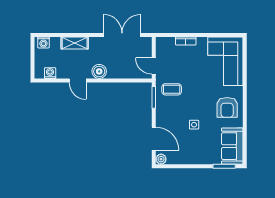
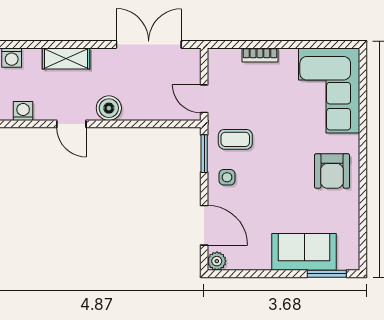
side table: (194, 125) -> (227, 177), moved
sofa: (232, 146) -> (304, 252), moved, turned 90

